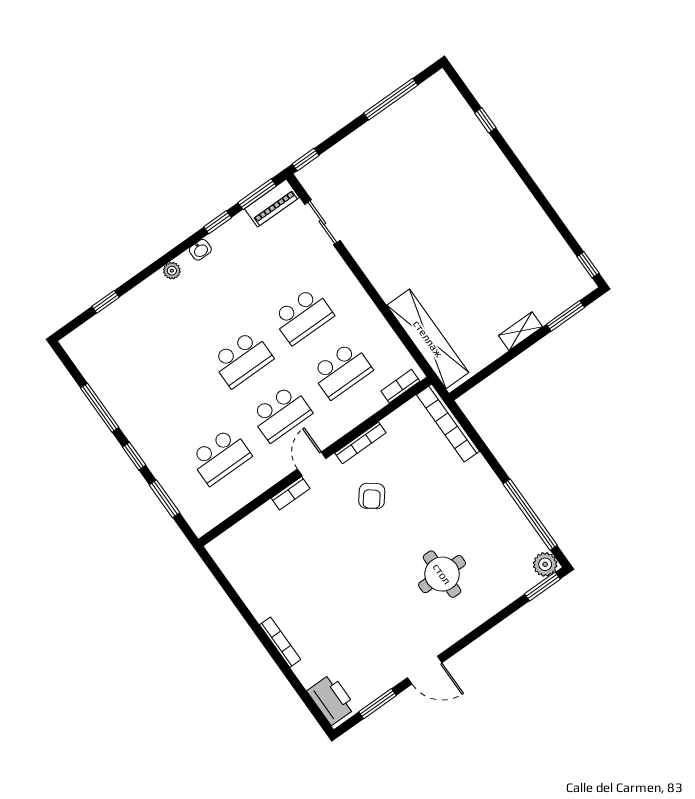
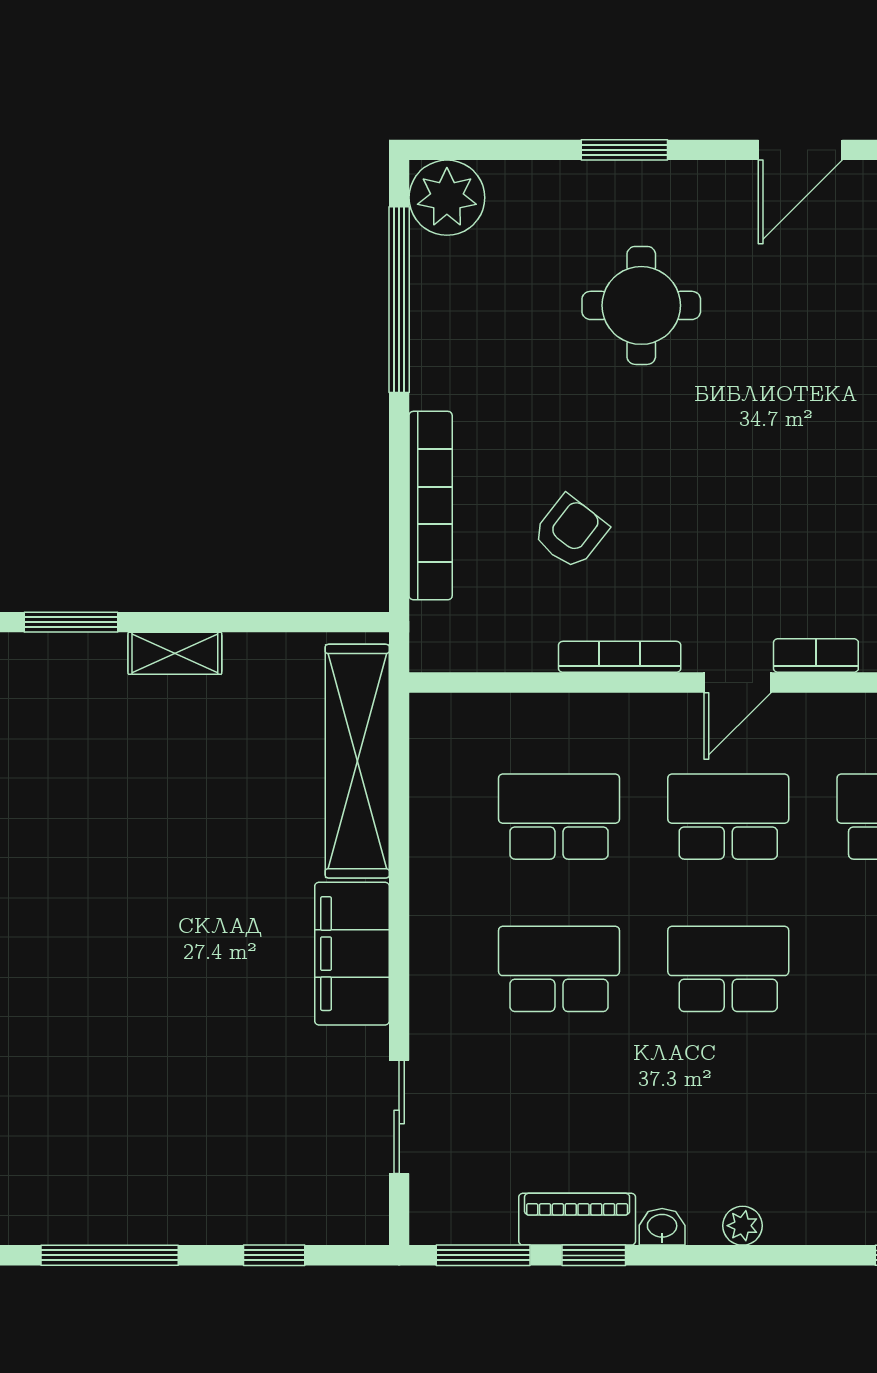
window: (306, 160) -> (274, 1255), moved
piano: (272, 203) -> (577, 1219), moved
filing cabinet: (381, 269) -> (352, 954), added
bookcase: (400, 386) -> (471, 710), removed
bookcase: (448, 423) -> (431, 506), moved
armchair: (372, 496) -> (570, 532), moved
plant: (545, 564) -> (447, 198), width x1.36, depth x1.36
window: (542, 587) -> (624, 150), moved
door: (425, 670) -> (800, 150), swing flipped

